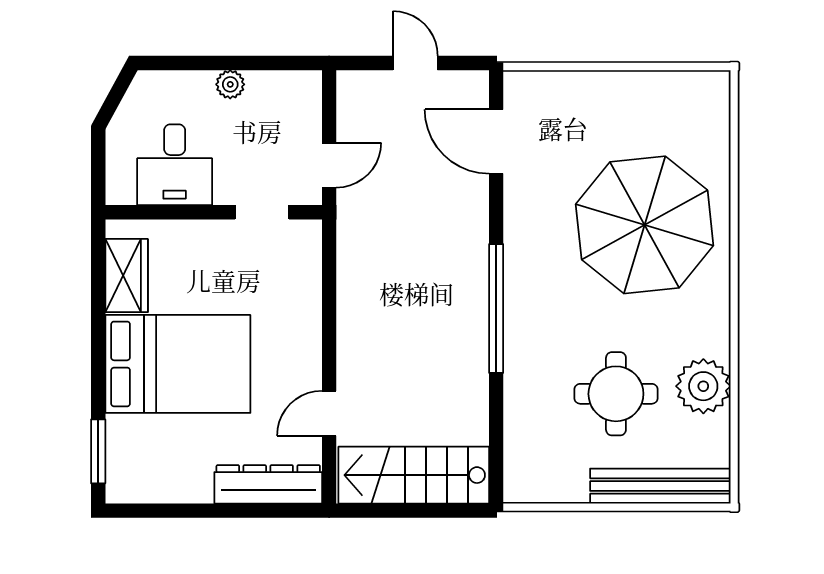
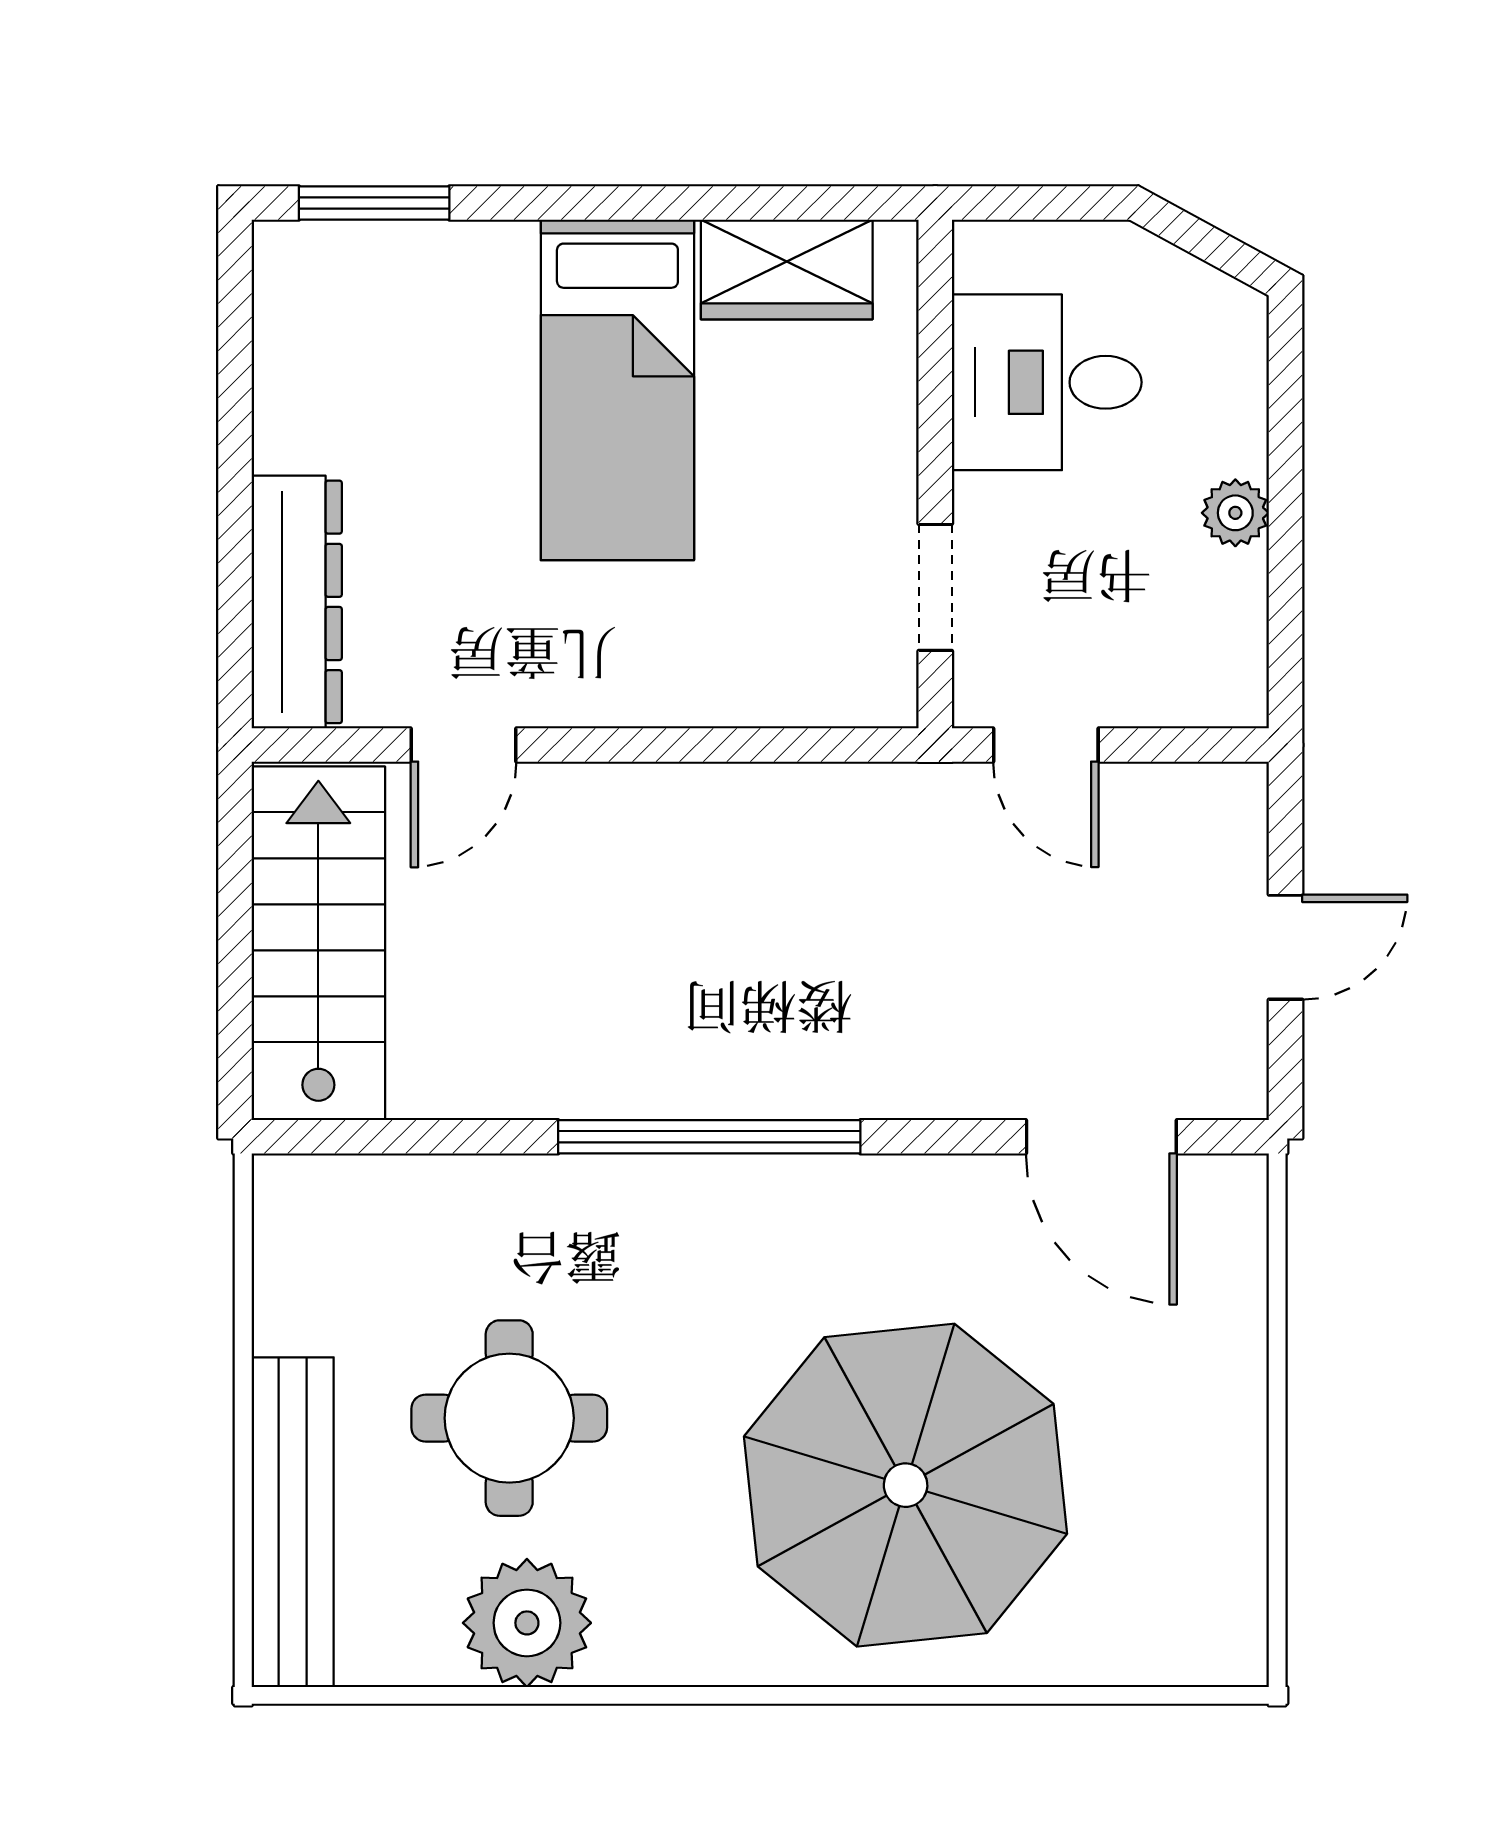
door: (496, 141) -> (1101, 1137), swing flipped
bed: (178, 364) -> (617, 390), width x0.67
door: (329, 413) -> (463, 745), swing flipped

